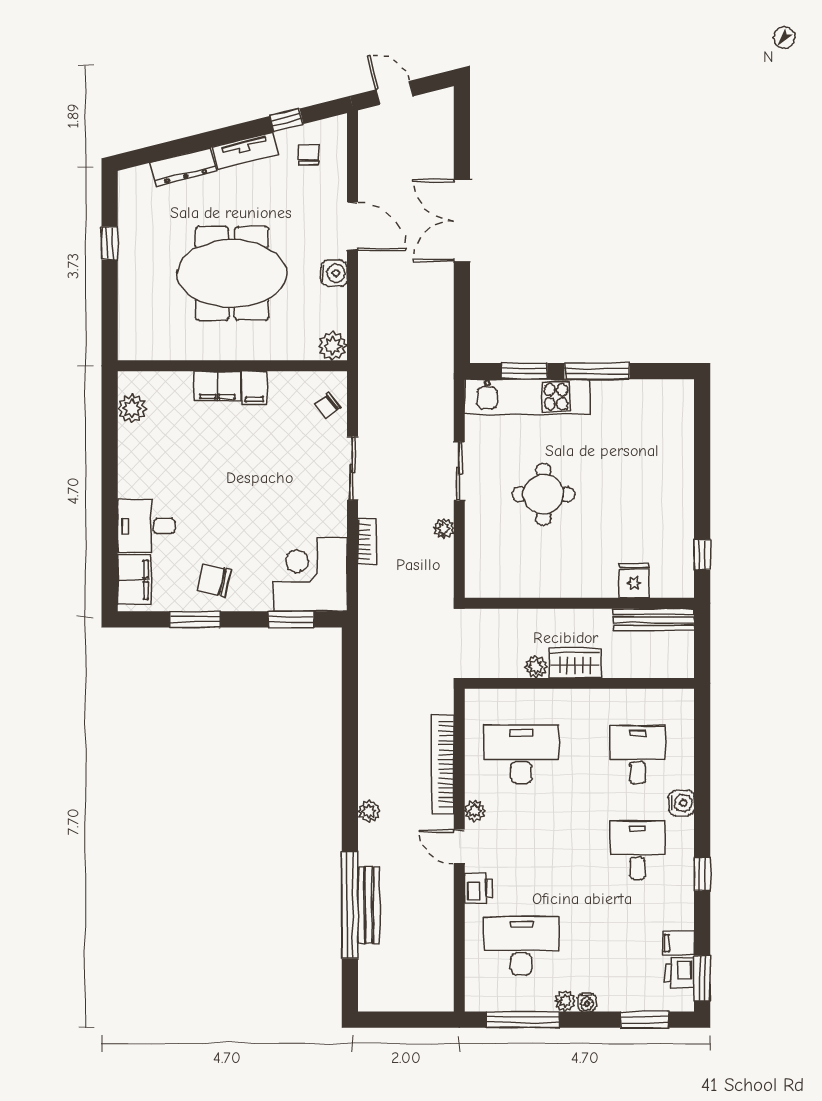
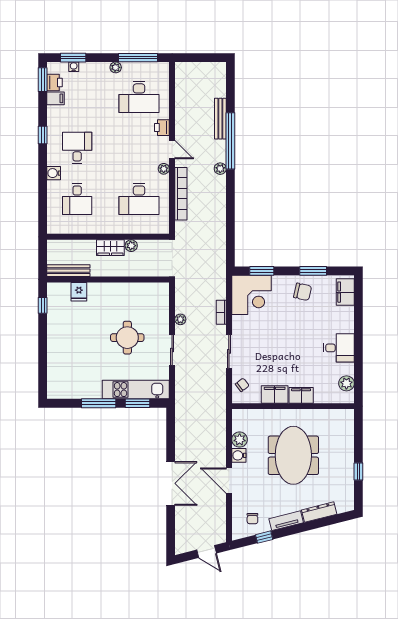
meeting table: (232, 273) -> (293, 455), turned 90
plant: (333, 346) -> (240, 440), moved
filing cabinet: (254, 388) -> (275, 394), width x2.00
desk: (147, 526) -> (339, 348), moved
desk: (638, 850) -> (77, 148), turned 180
window: (350, 905) -> (230, 141), moved
water cooler: (587, 1002) -> (74, 67), moved

